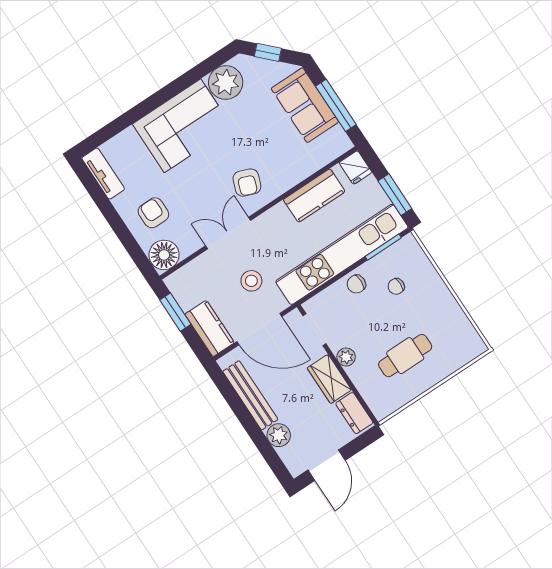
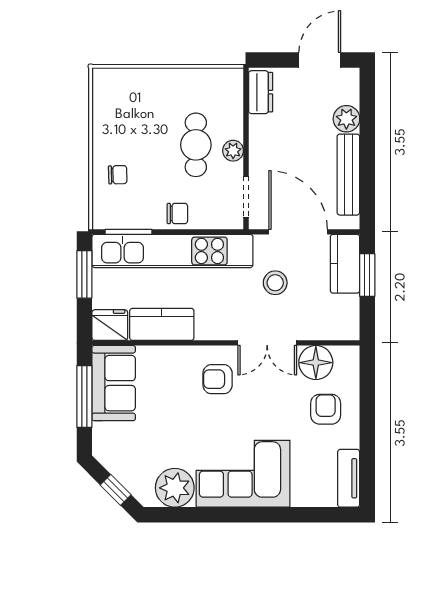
sofa: (305, 105) -> (114, 383), moved
fridge: (355, 168) -> (110, 325), width x1.38
armchair: (247, 183) -> (218, 379), turned -111
armchair: (153, 213) -> (326, 409), turned 180
floor lamp: (164, 255) -> (316, 363), moved
chair: (396, 286) -> (118, 175), moved
window: (175, 312) -> (367, 275), moved
cafe table: (405, 356) -> (196, 145), moved, turned 90
wardrobe: (329, 379) -> (263, 140), removed

